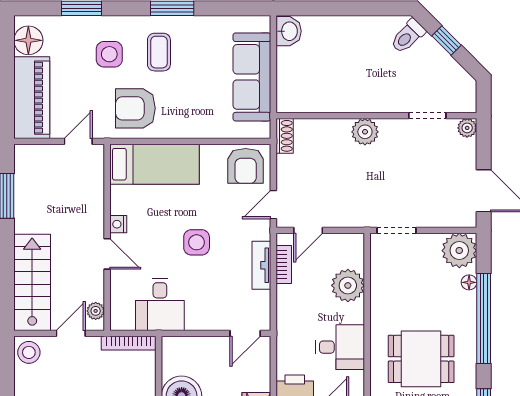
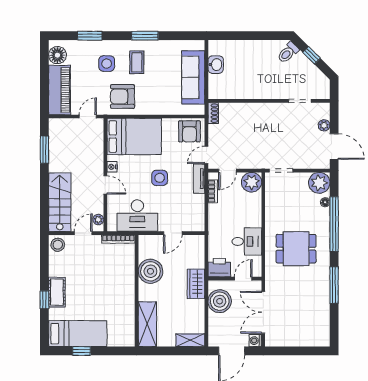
washbasin: (289, 31) -> (216, 65), moved
plant: (467, 128) -> (324, 125), moved
plant: (365, 132) -> (262, 111), removed
bed: (155, 164) -> (134, 137), width x1.50
tv unit: (261, 265) -> (199, 179), moved
plant: (348, 285) -> (252, 182), moved
desk: (160, 304) -> (137, 216), width x1.37
door: (245, 333) -> (173, 233), moved

